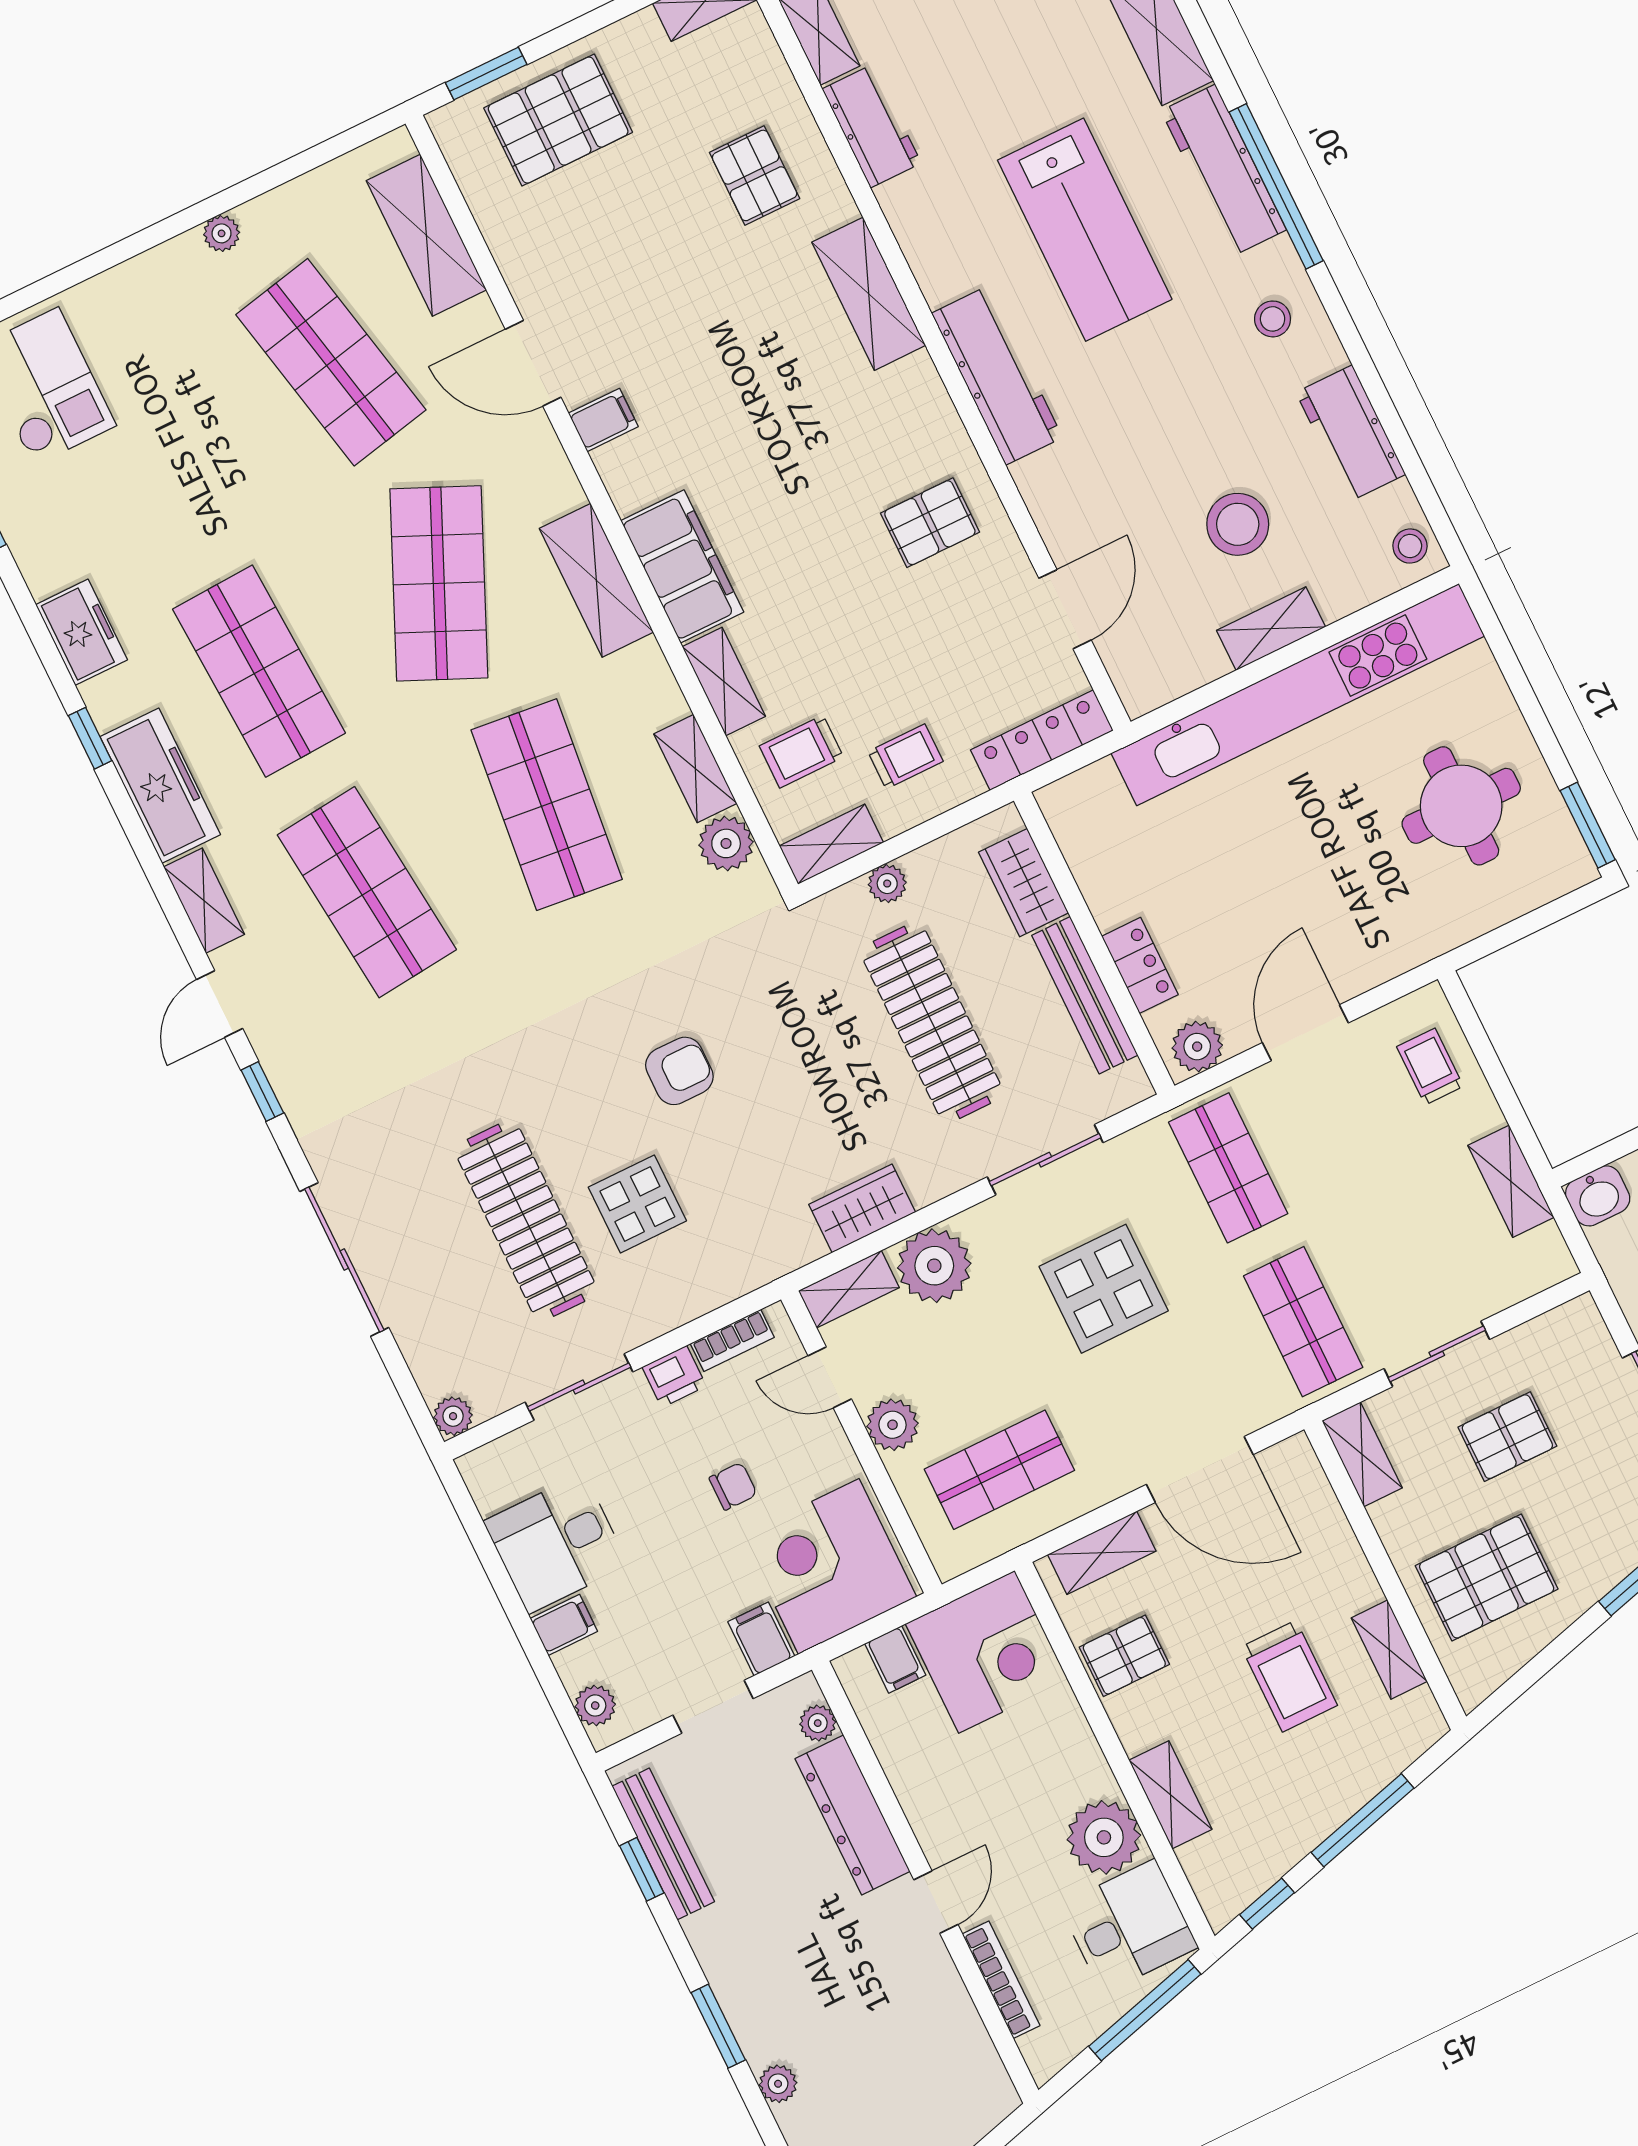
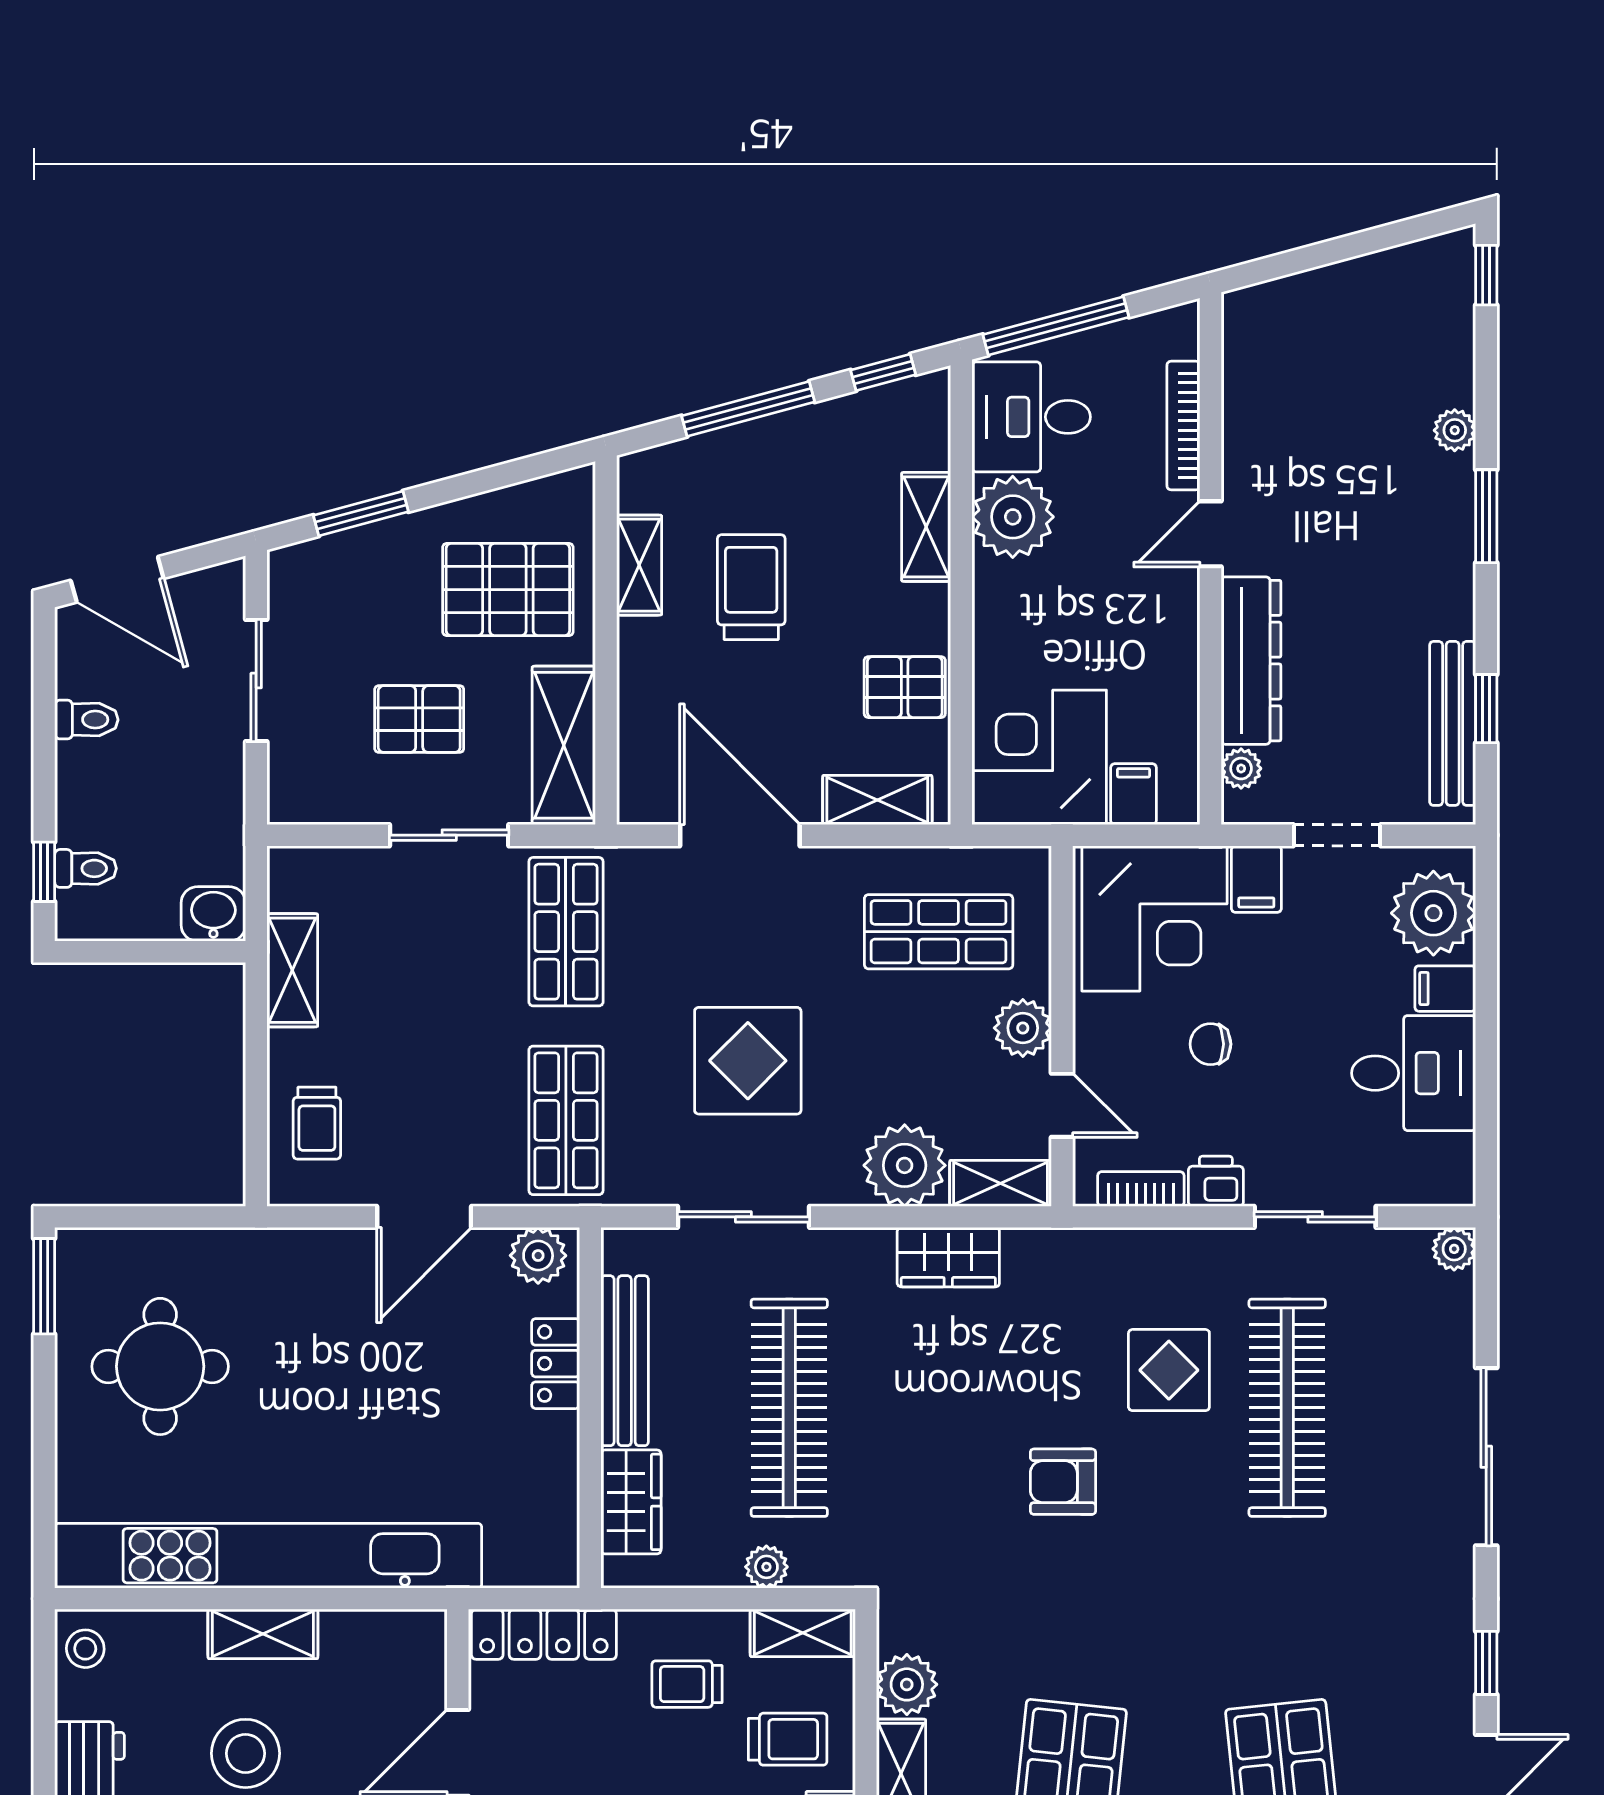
shelving: (1362, 1454) -> (564, 745), width x1.50, depth x1.33
plant: (595, 1705) -> (1433, 913), width x1.87, depth x1.87

